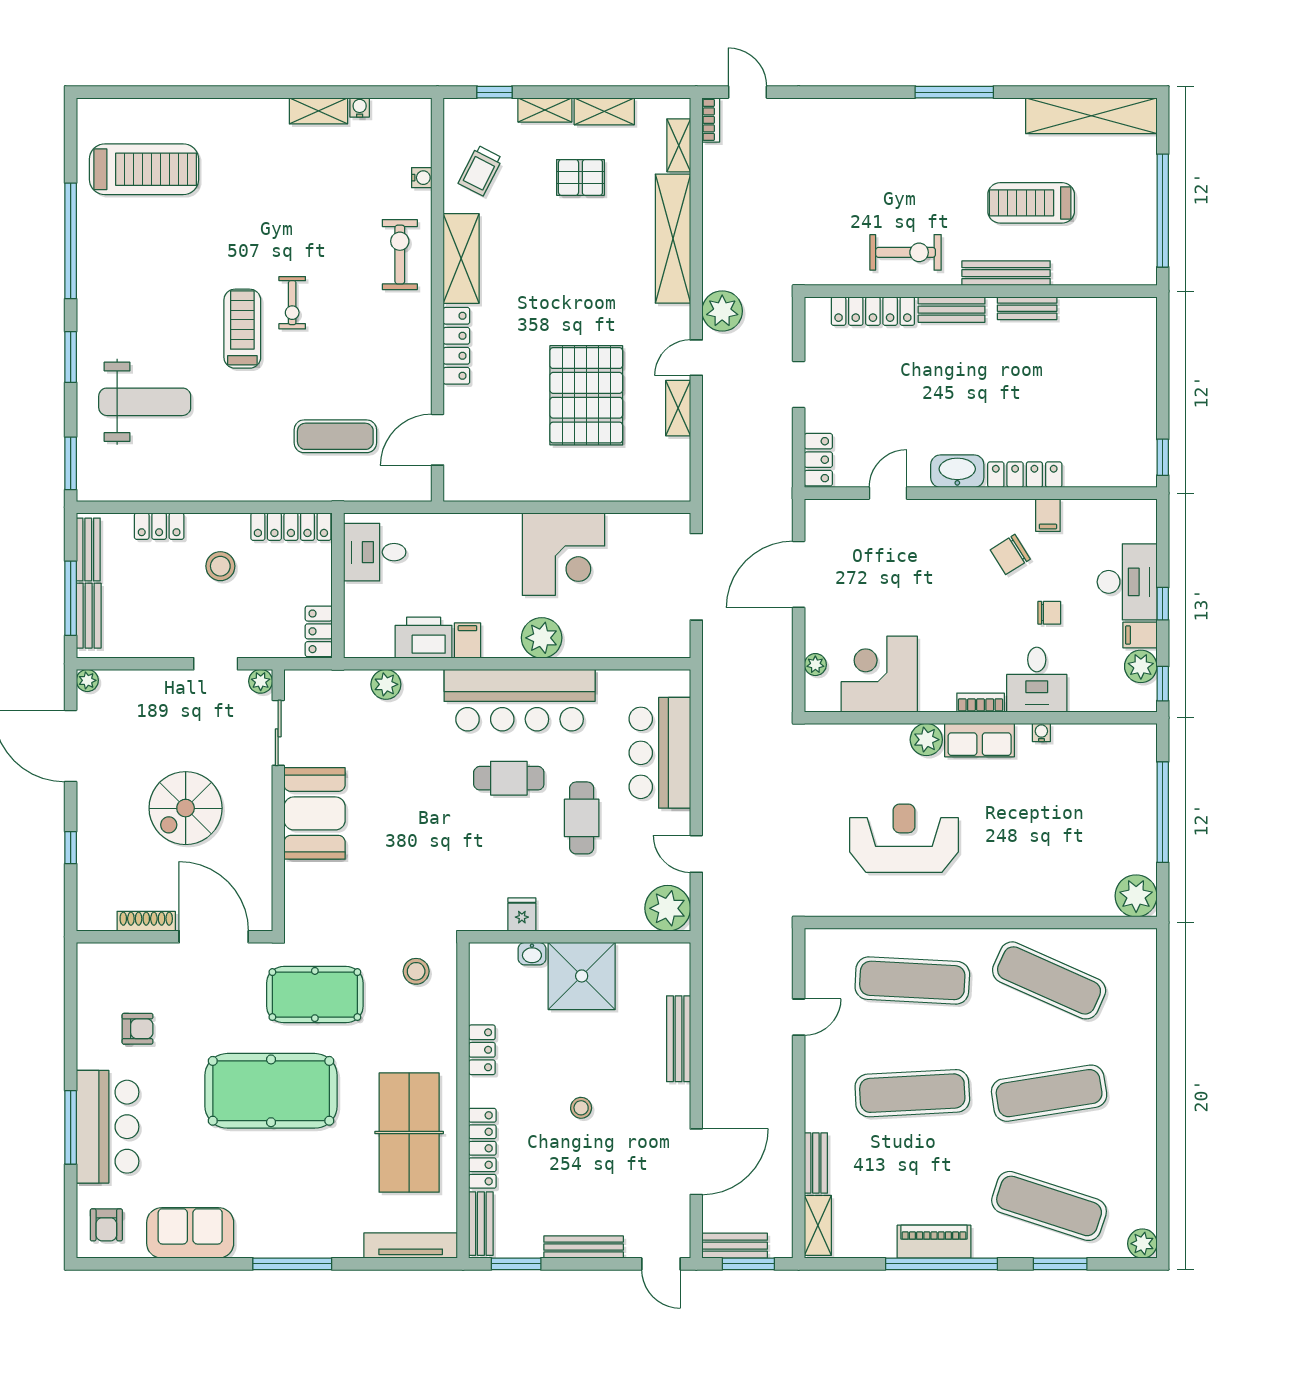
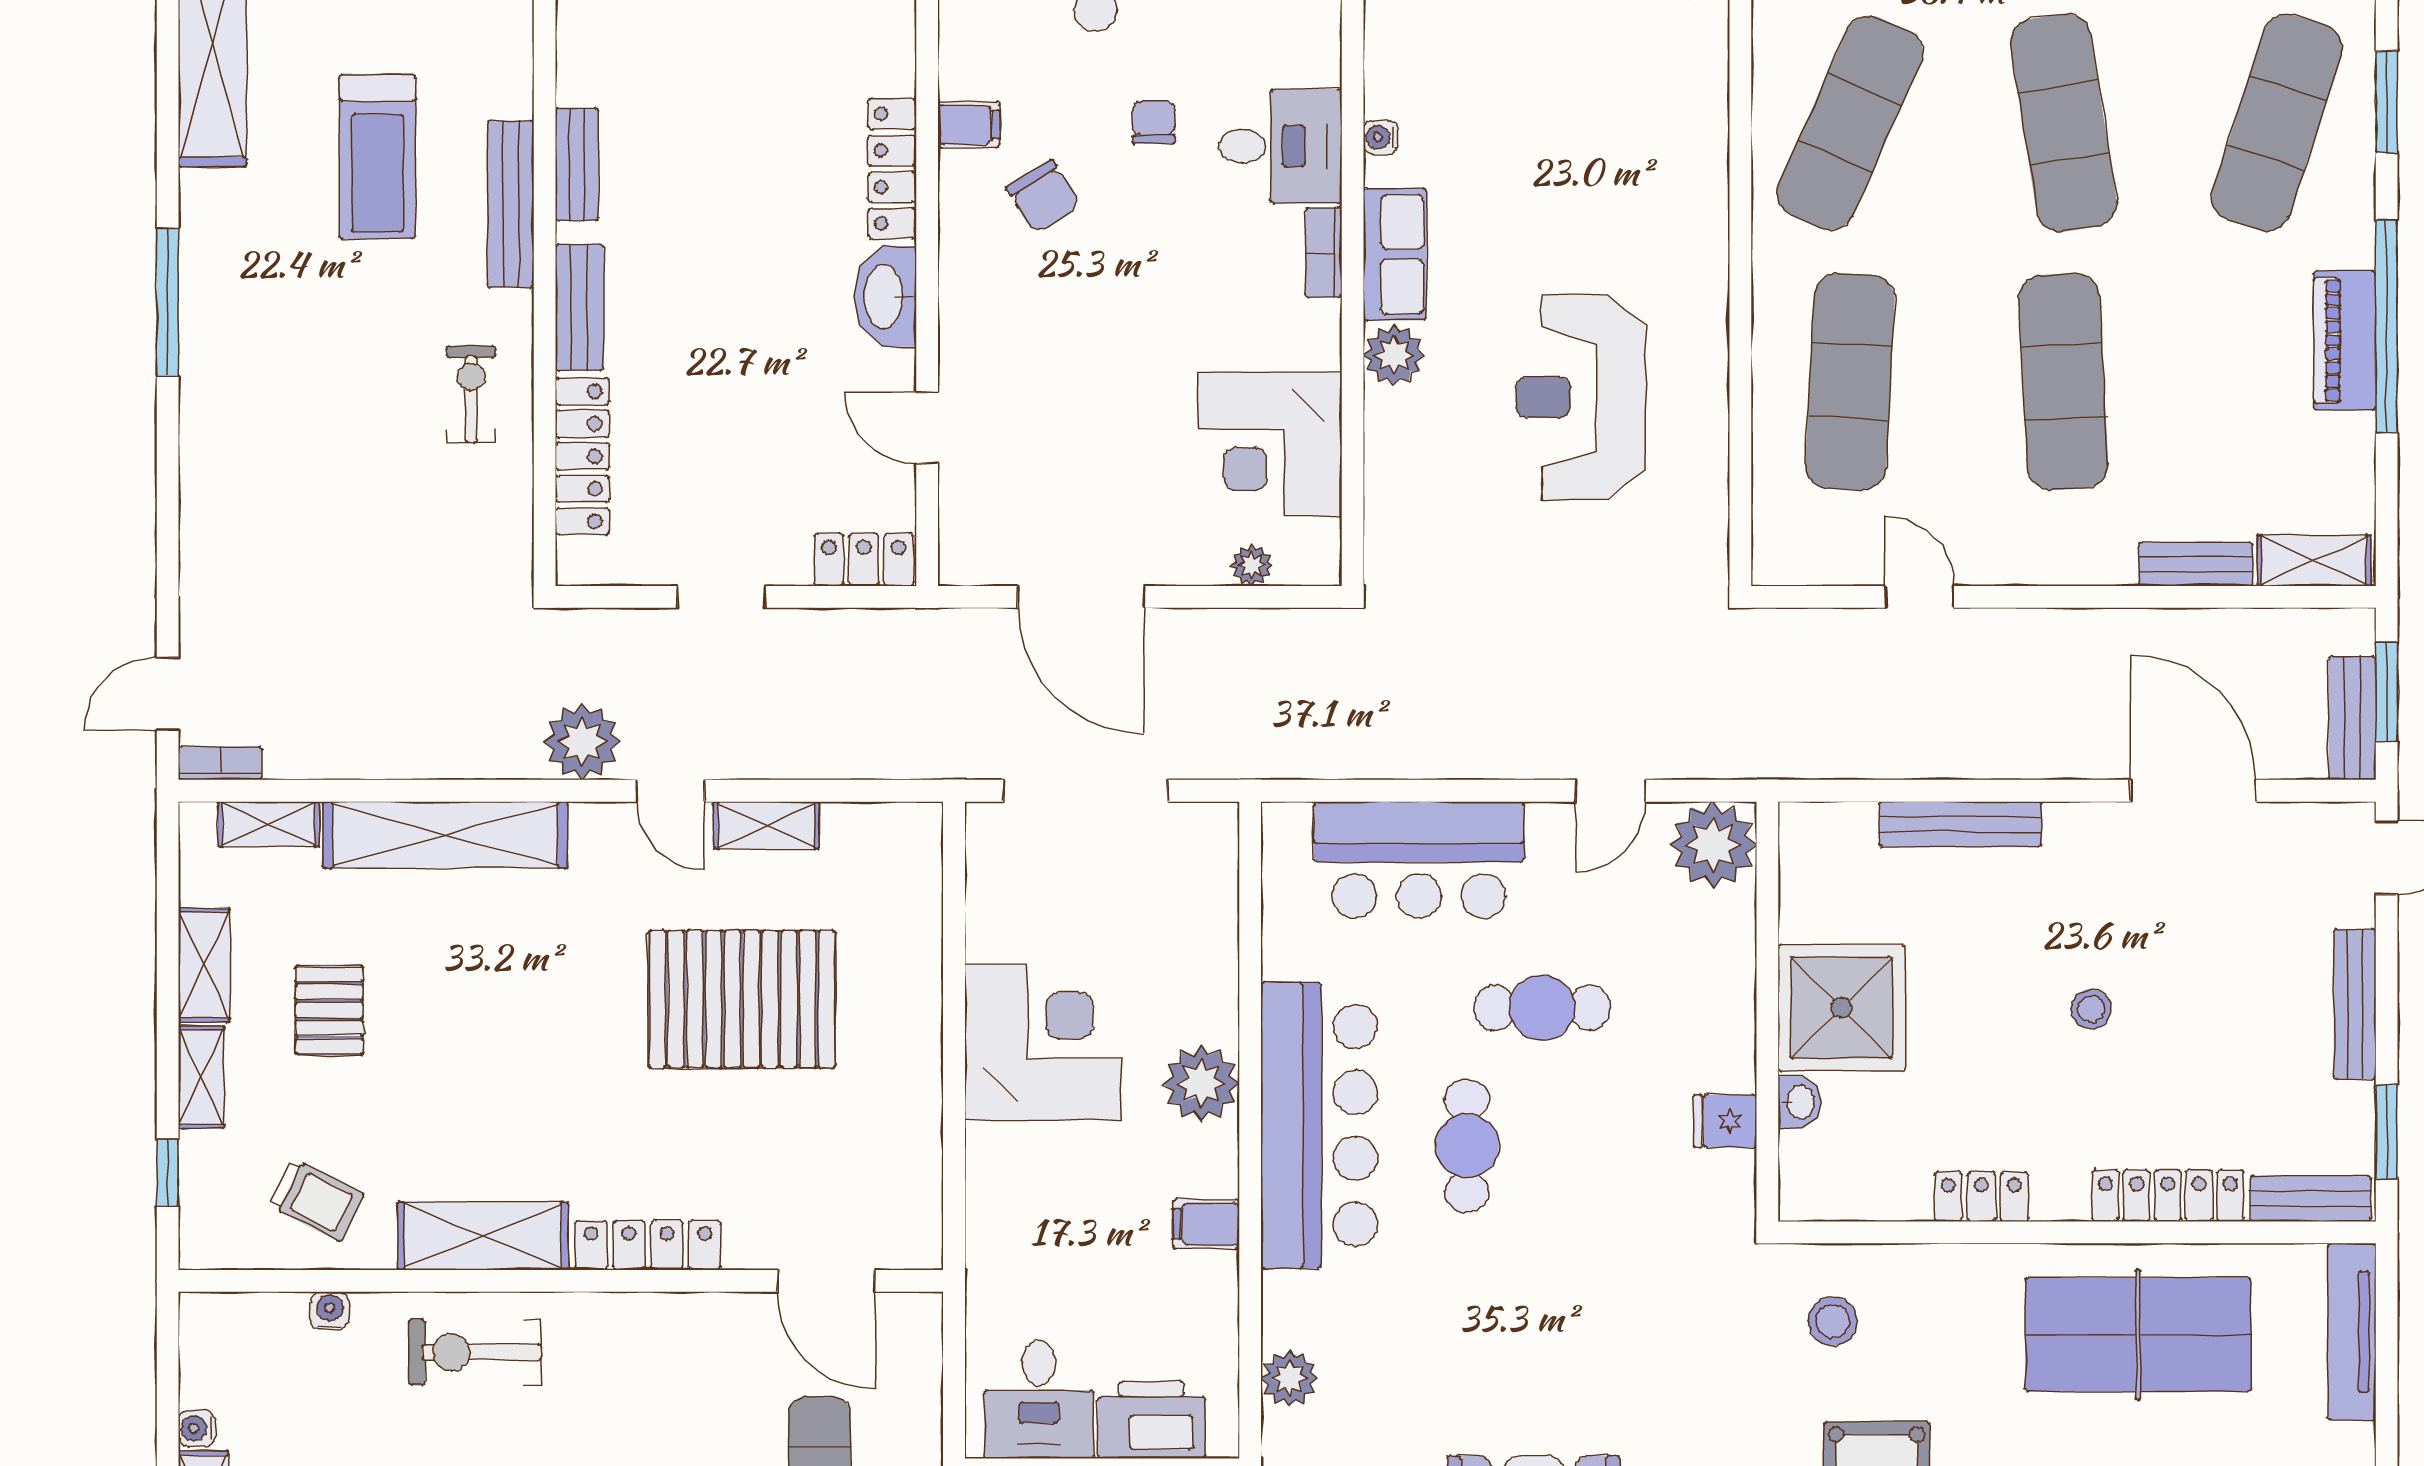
exercise bike: (906, 252) -> (471, 394), width x0.73, depth x0.72
printer: (424, 638) -> (1152, 1420), moved, turned 90

